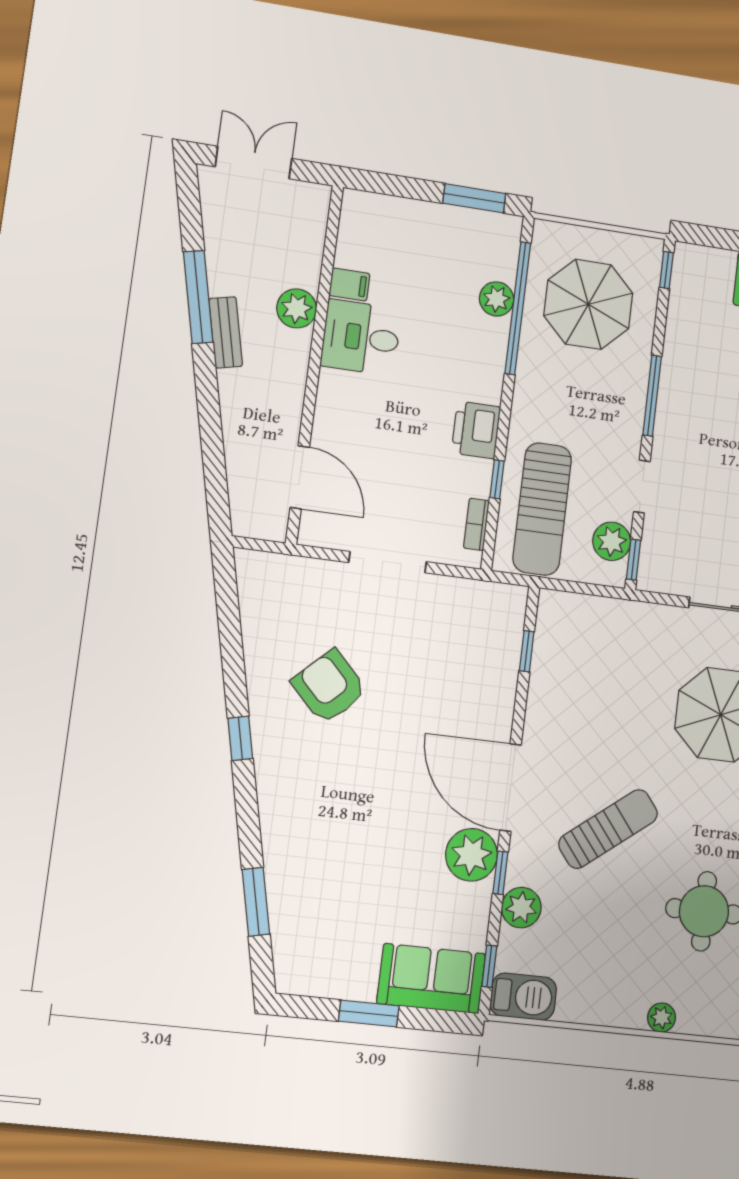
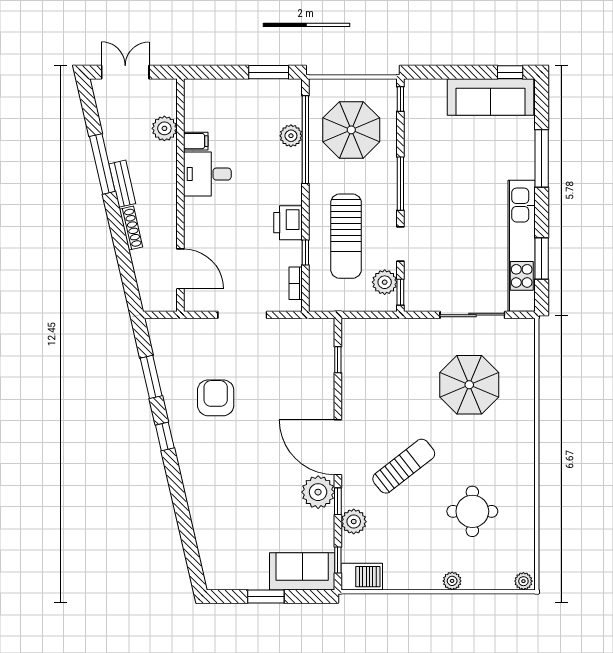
plant: (297, 308) -> (164, 128), moved
shoe rack: (230, 403) -> (131, 228), added
sun lounger: (542, 509) -> (346, 236), moved
armchair: (329, 687) -> (216, 398), turned 44
window: (256, 902) -> (151, 377), moved

